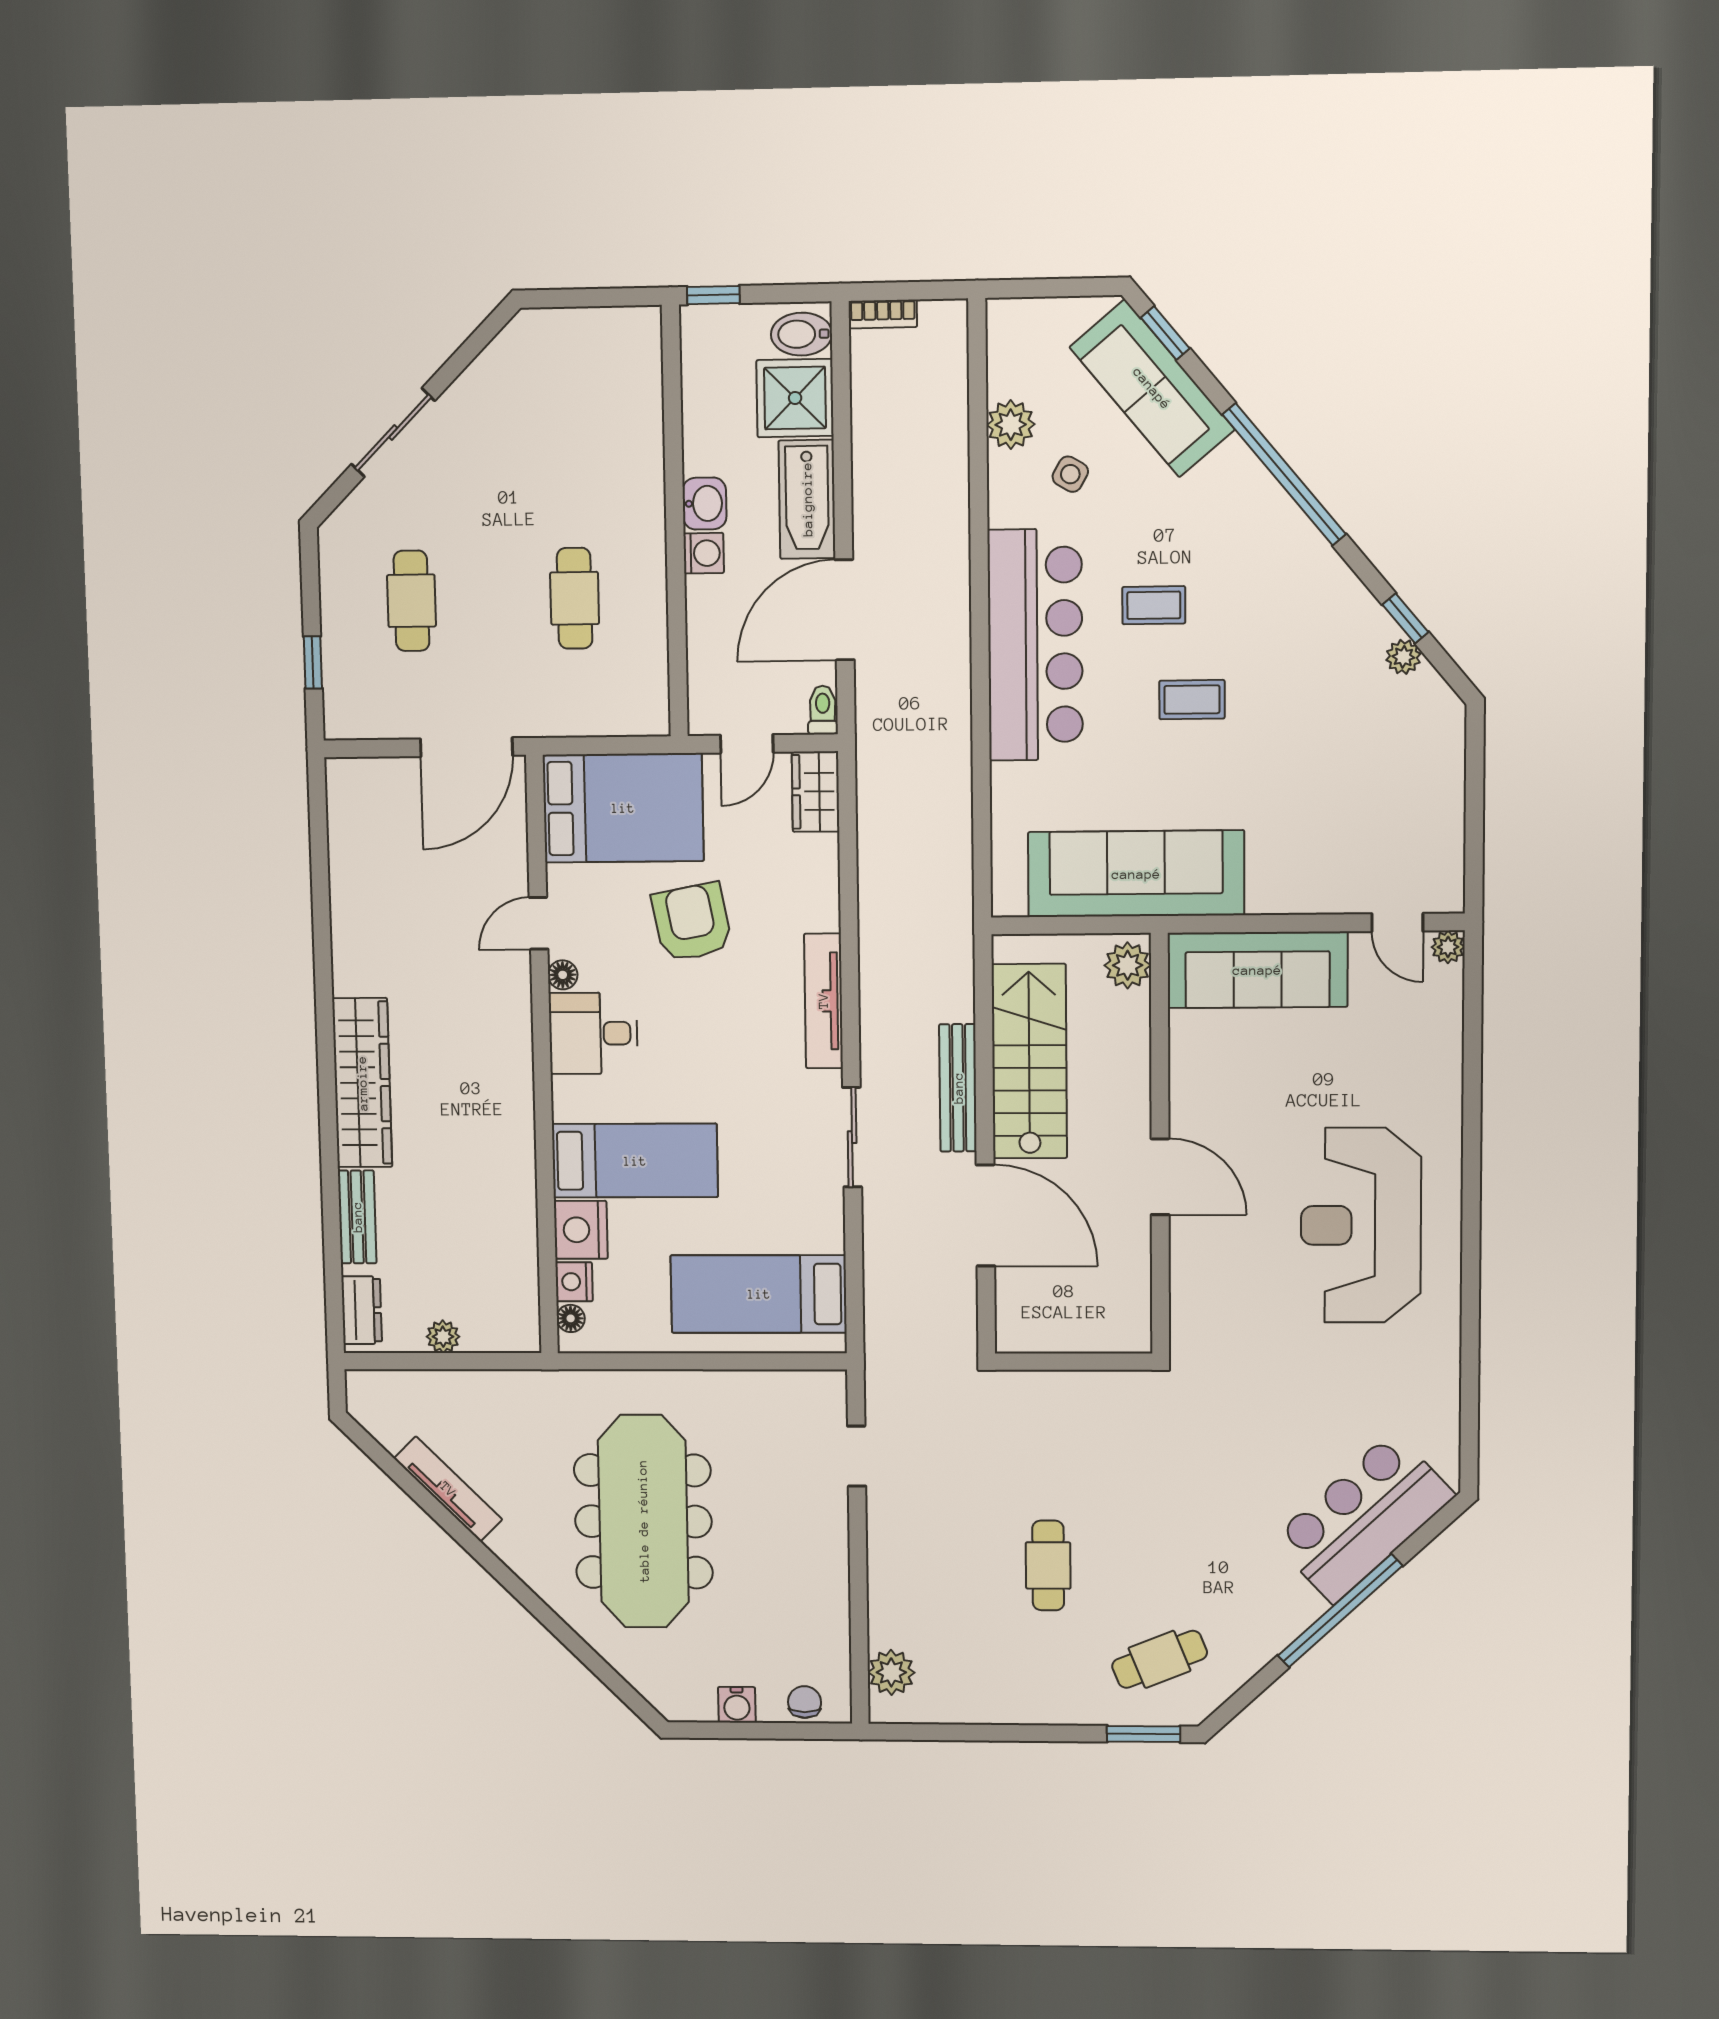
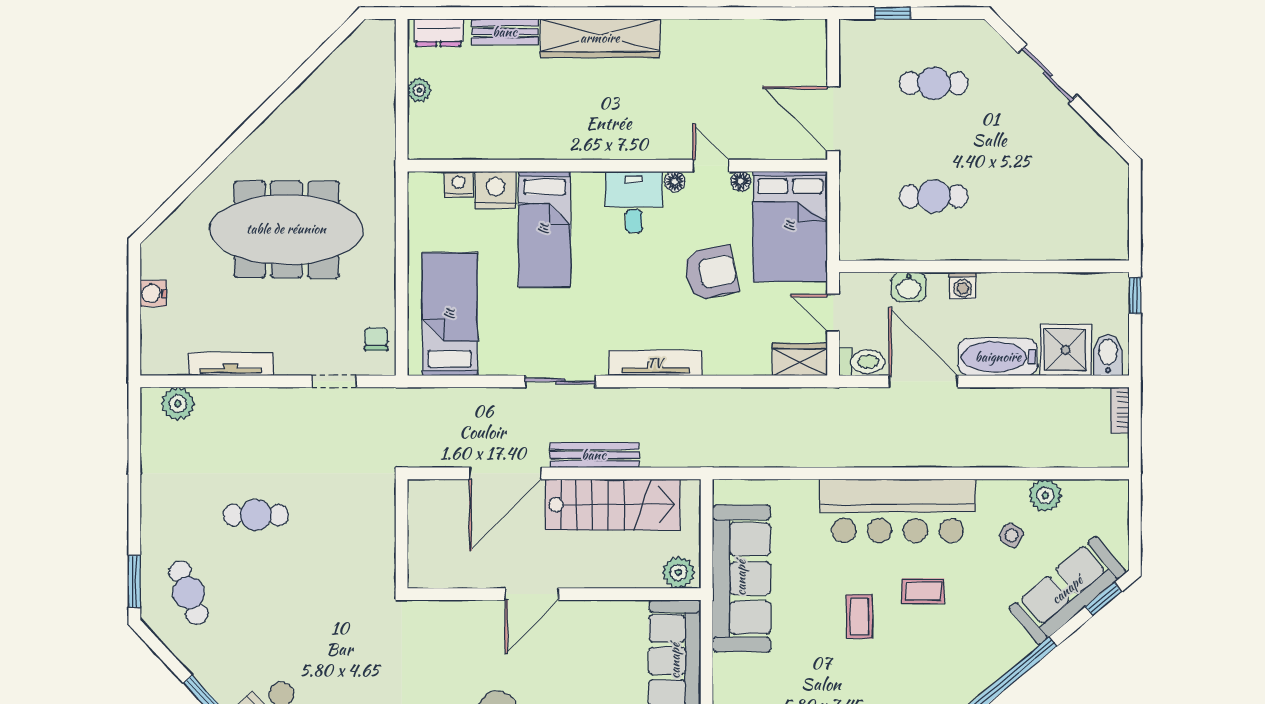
washbasin: (704, 504) -> (909, 287), moved
coffee table: (1154, 605) -> (923, 591), turned 90
toilet: (823, 710) -> (862, 362), width x1.37, depth x1.39
floor lamp: (571, 1318) -> (741, 181), moved
tv unit: (448, 1489) -> (231, 364), moved, turned -135
chair: (805, 1702) -> (376, 339), moved, turned -90

